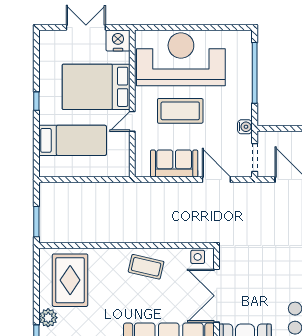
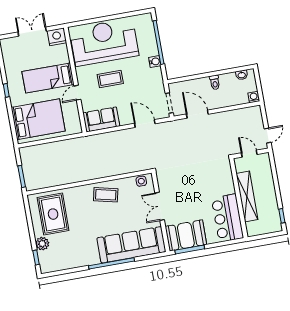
bed: (96, 87) -> (48, 78), width x0.67
coffee table: (180, 111) -> (110, 79), width x0.73, depth x0.76
water cooler: (245, 127) -> (155, 62), moved
bed: (73, 140) -> (38, 119), width x1.50
sofa: (174, 163) -> (101, 119), moved
double door: (217, 296) -> (160, 206), width x0.73

